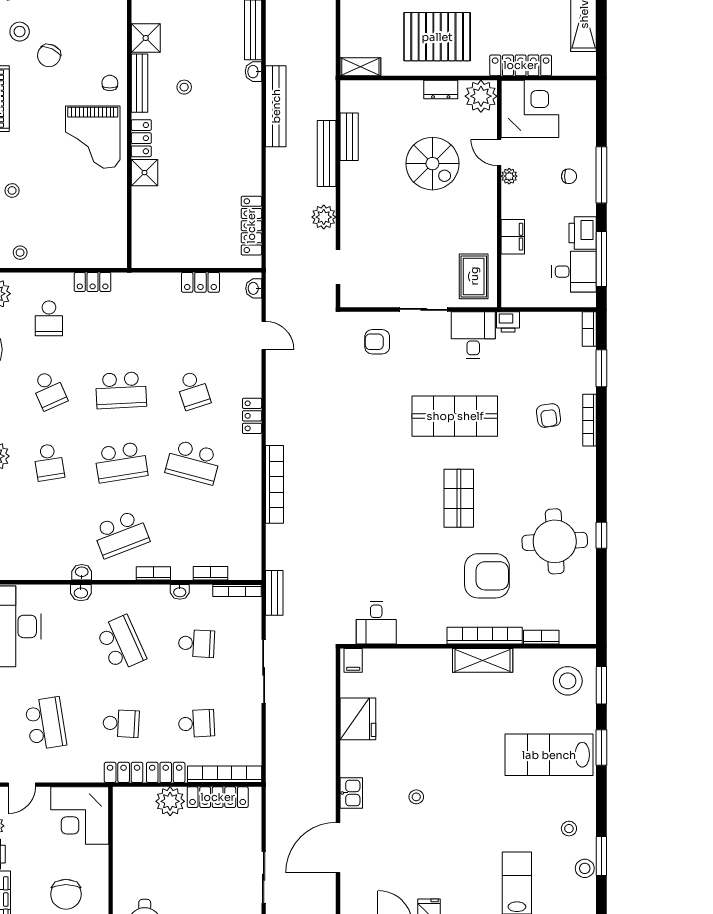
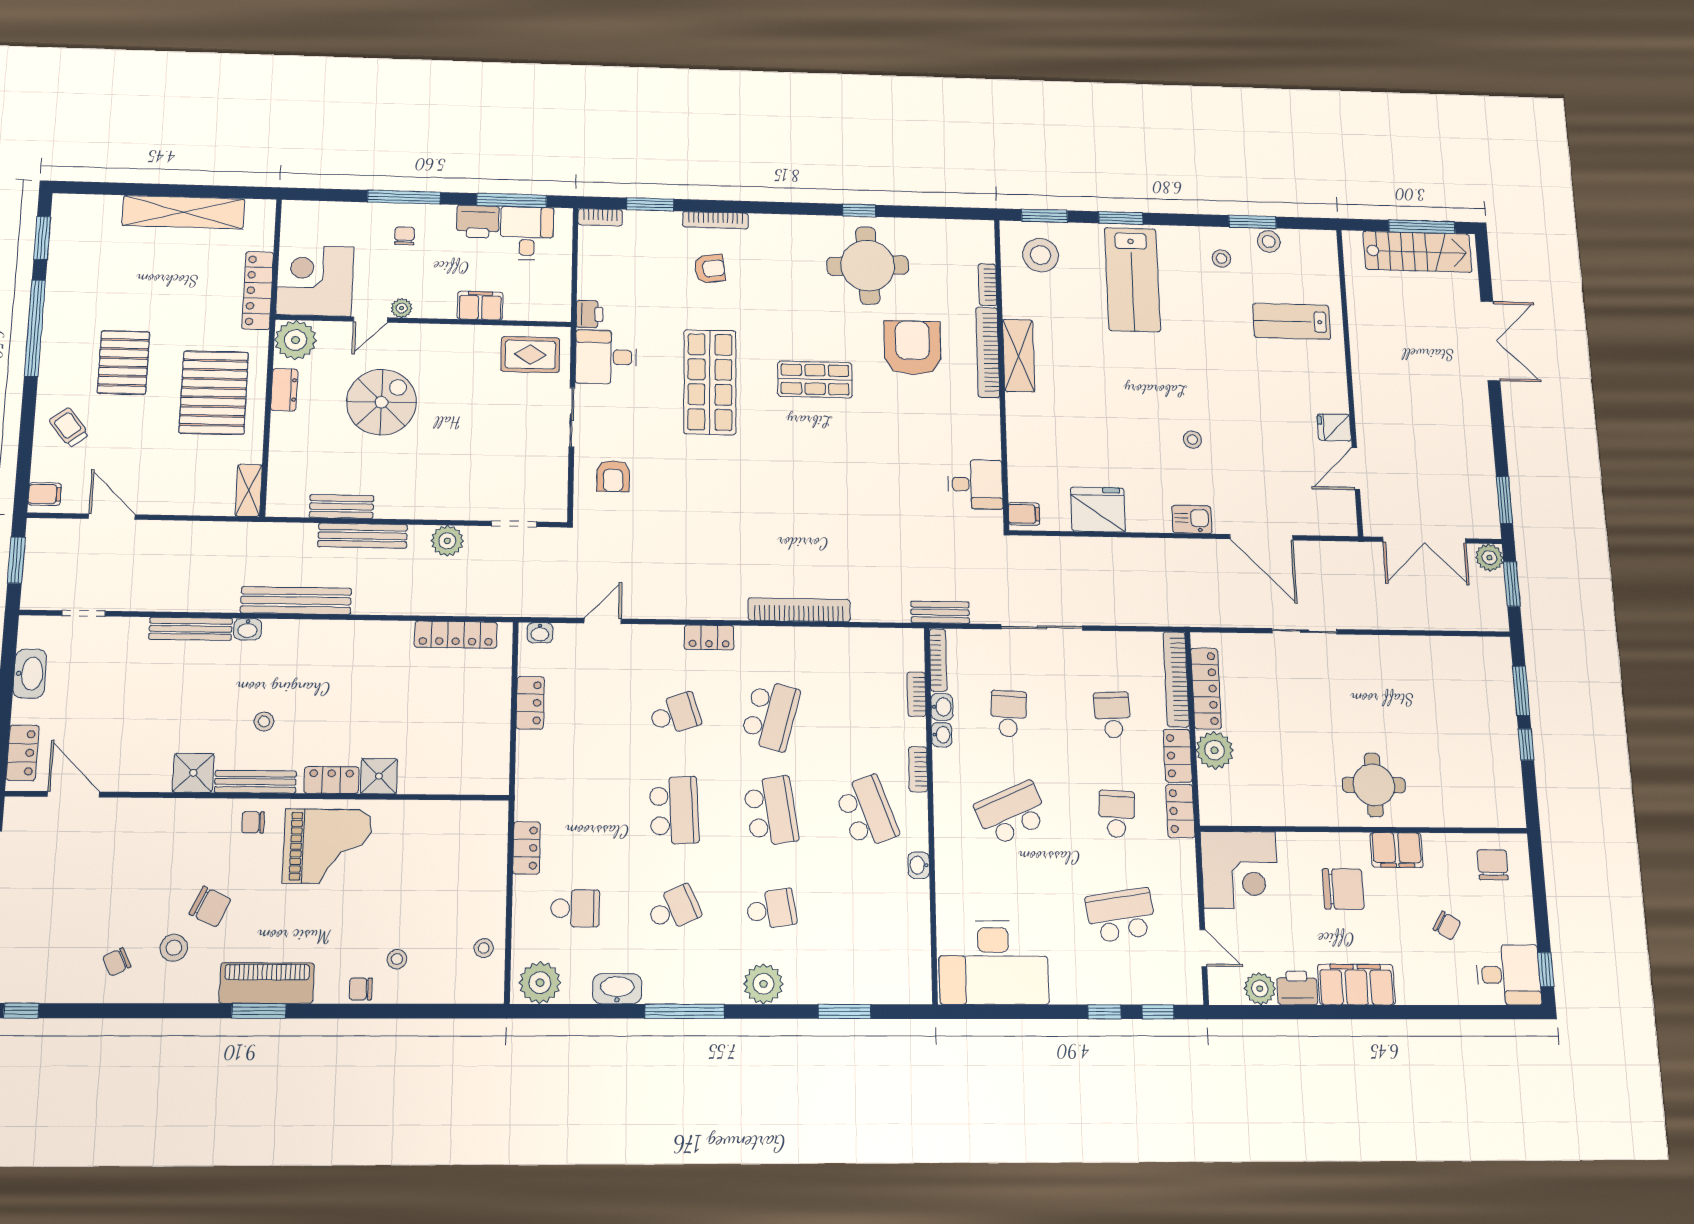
washbasin: (81, 593) -> (942, 707), moved

